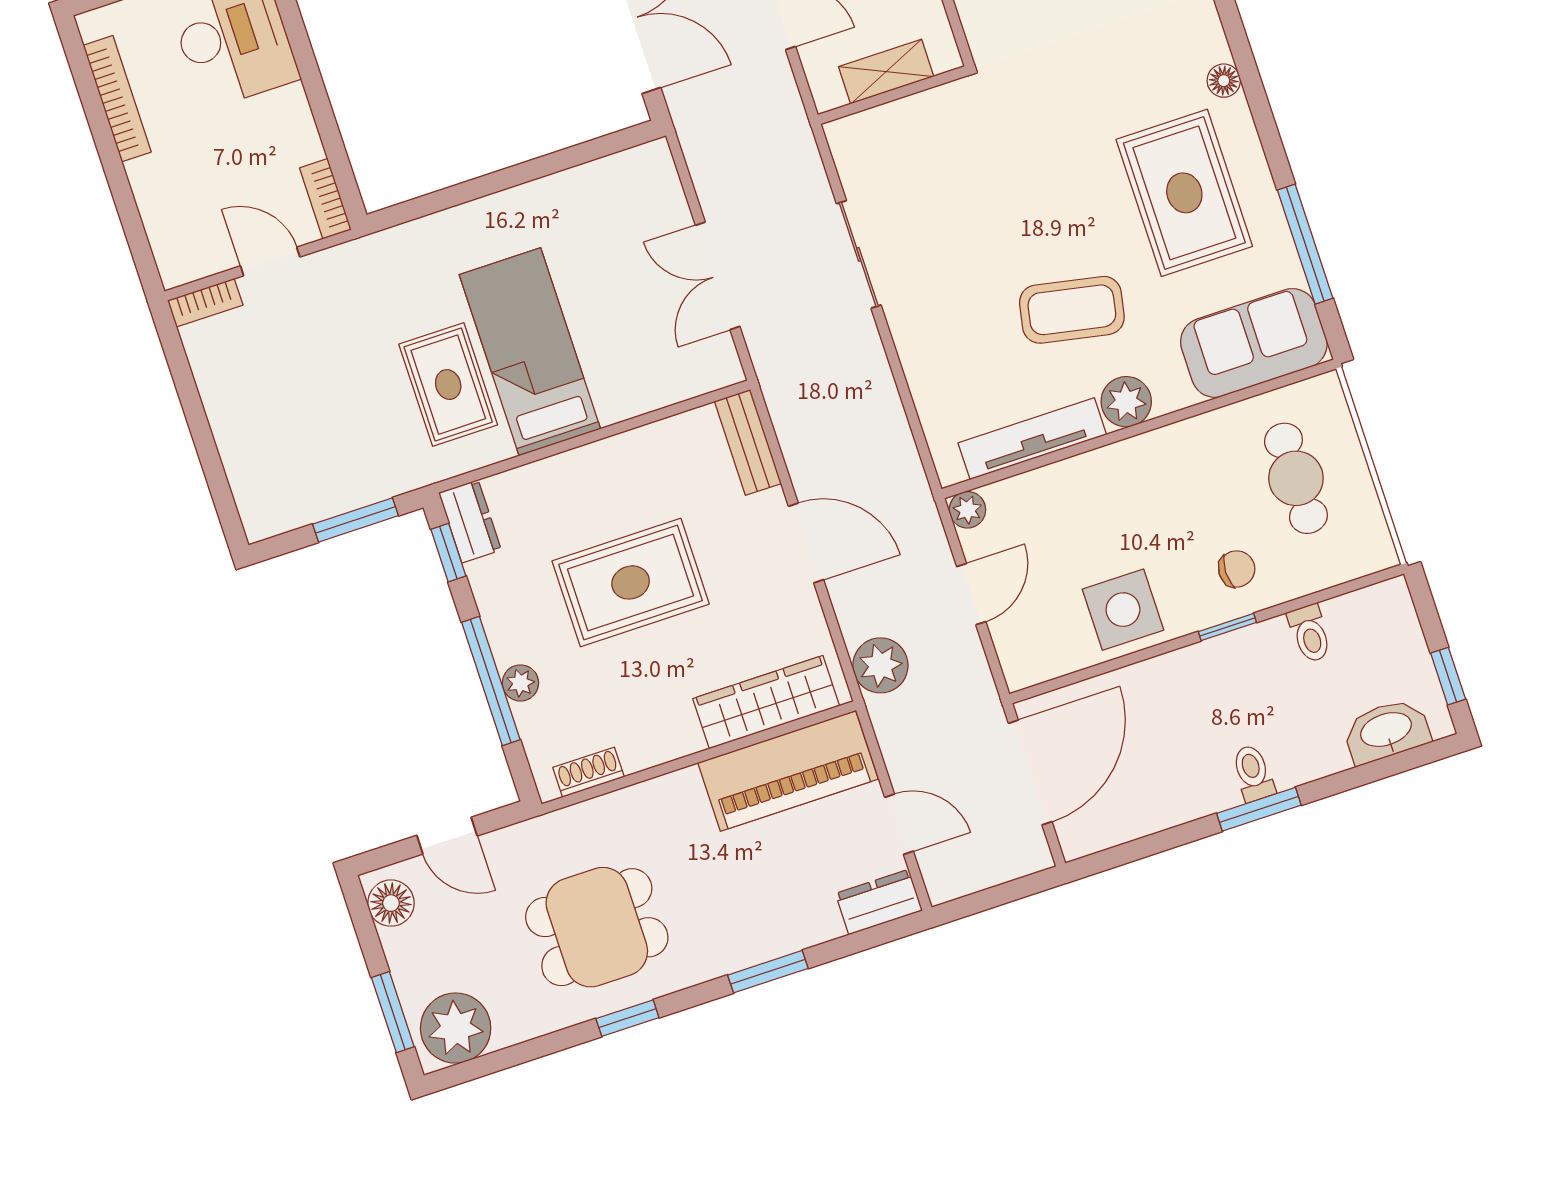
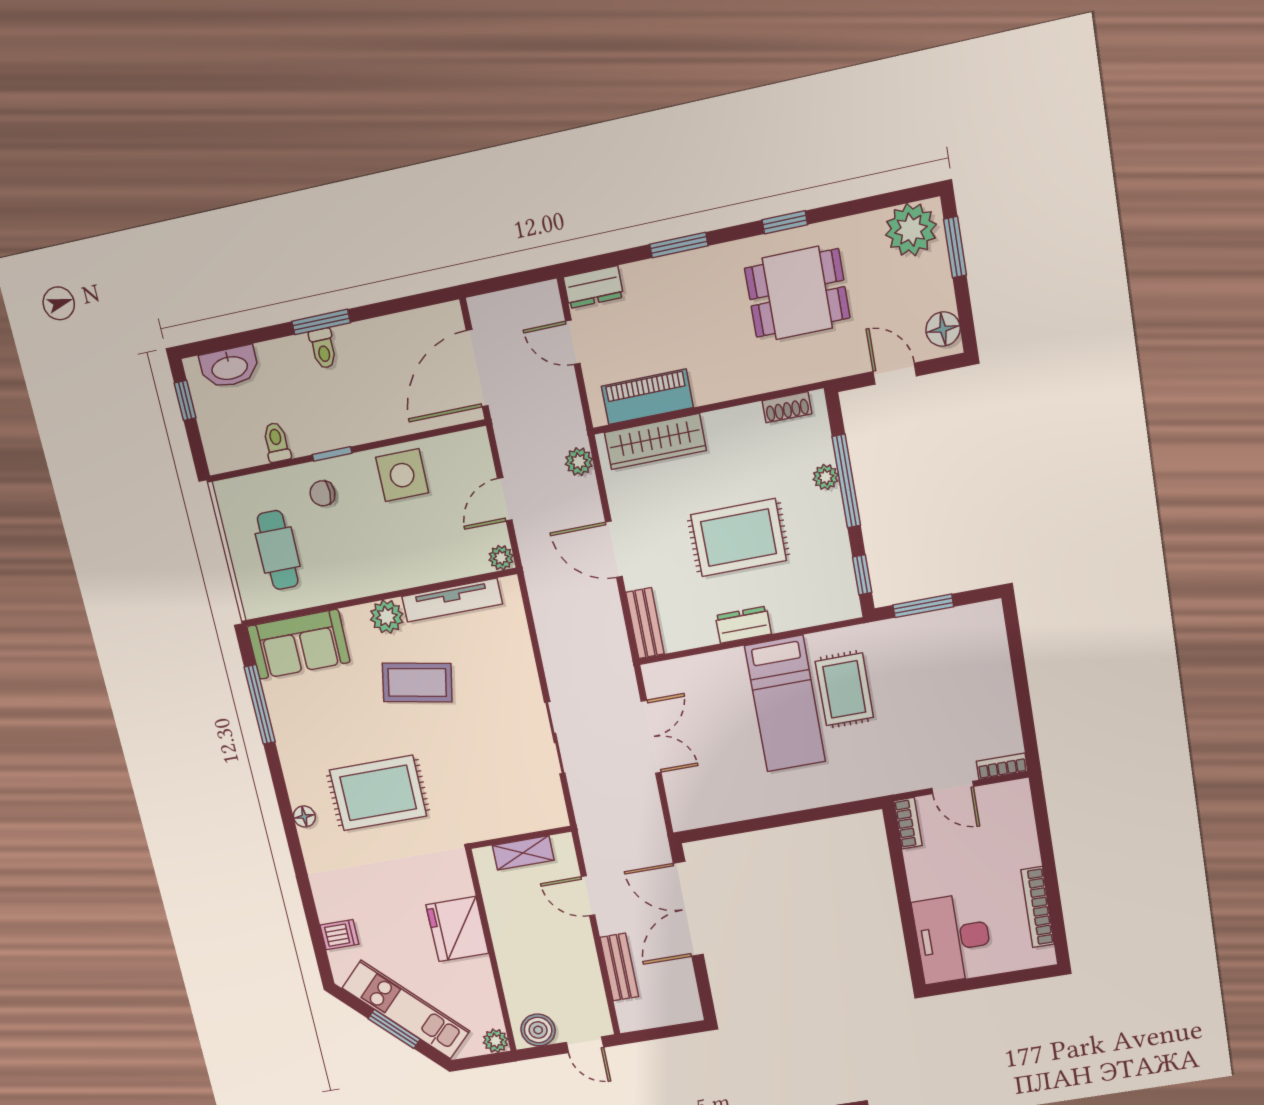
rug: (1184, 193) -> (378, 793), moved, turned 90
dresser: (470, 521) -> (743, 625), moved, turned 90
plant: (880, 665) -> (579, 462), width x0.73, depth x0.73
piano: (788, 771) -> (647, 397), width x0.73, depth x0.75

